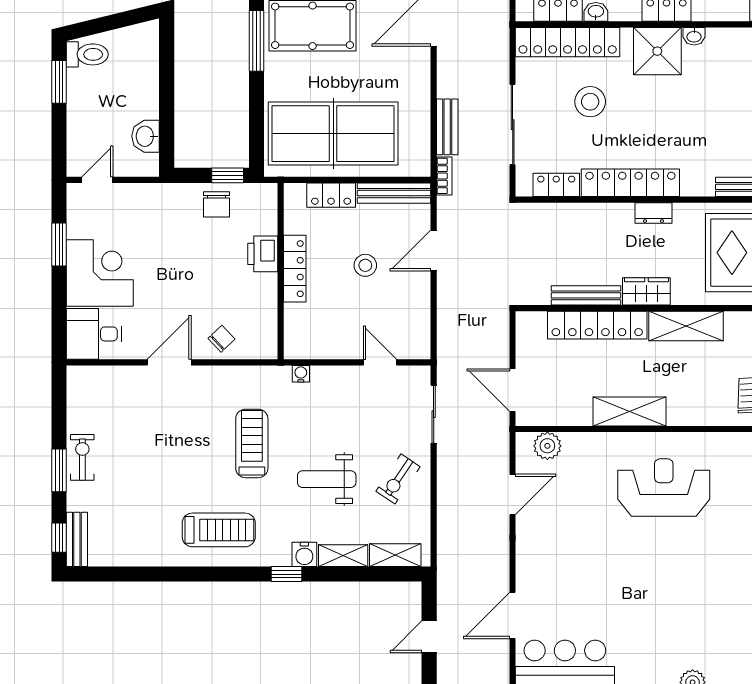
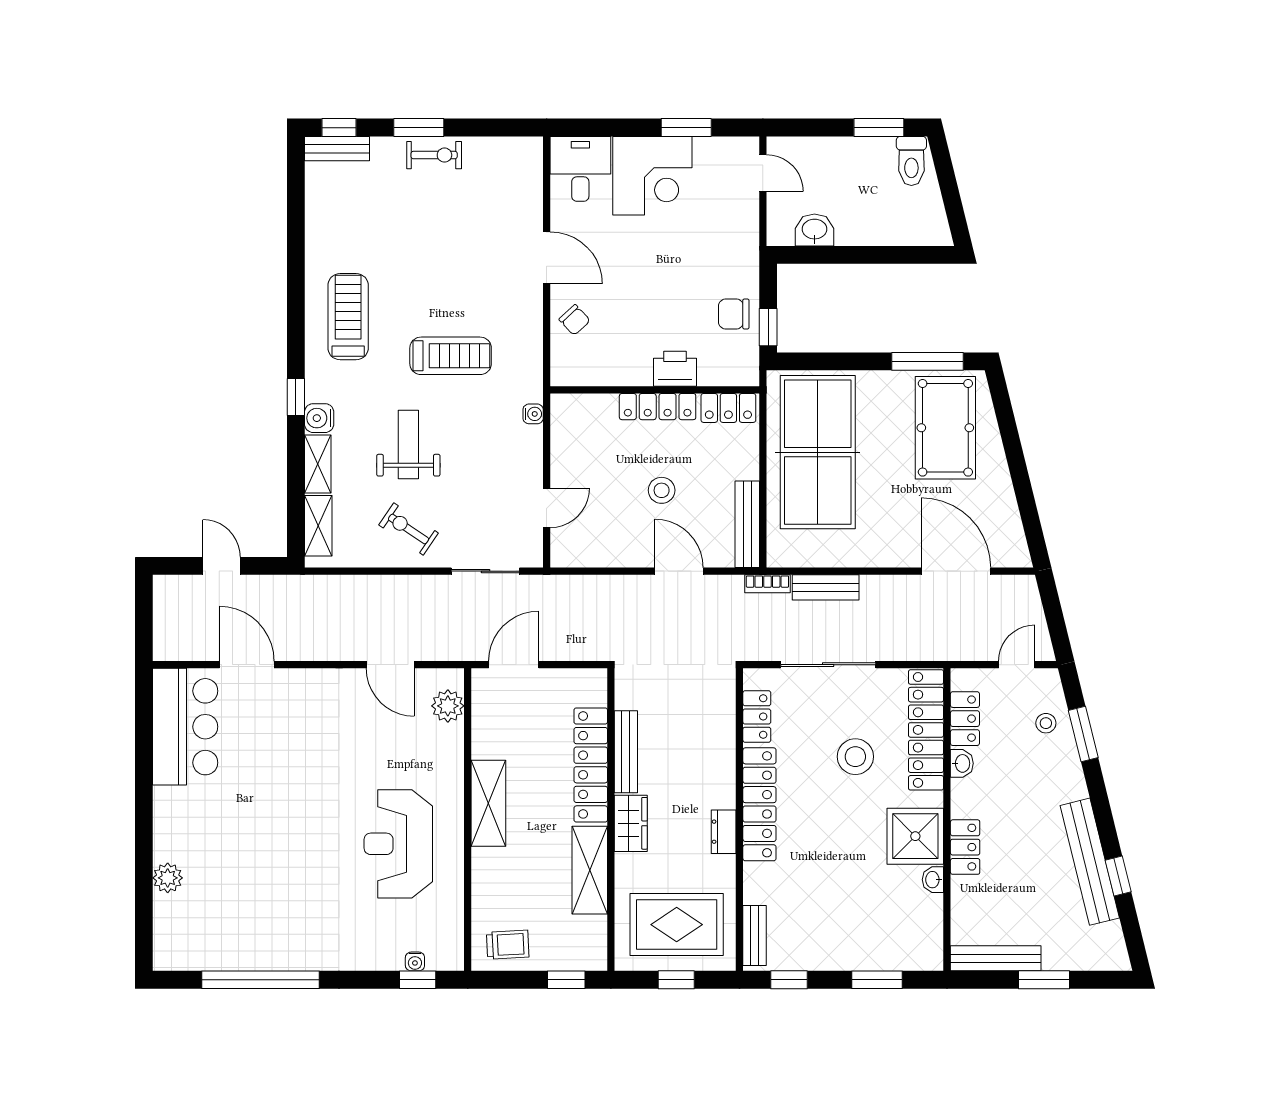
locker: (331, 195) -> (728, 408), moved, turned -90
reception desk: (664, 488) -> (398, 844), turned 180
treadmill: (219, 530) -> (348, 317), turned 180

